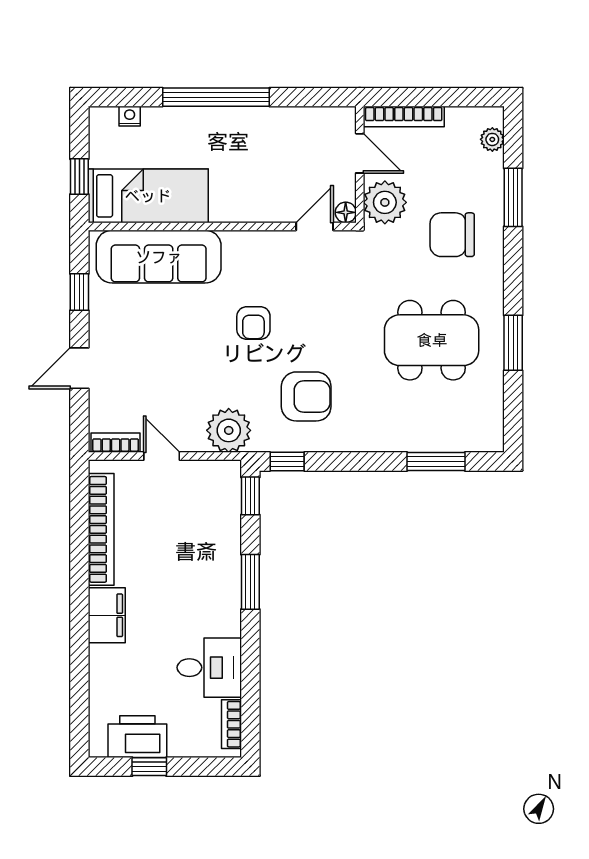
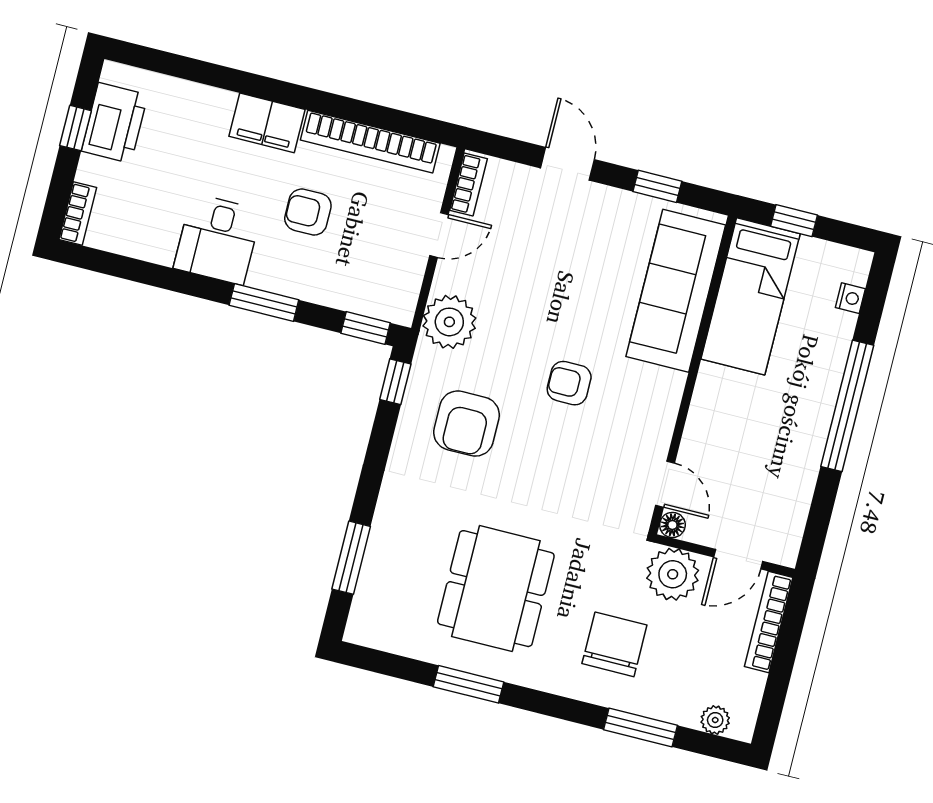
armchair: (170, 565) -> (308, 212), added
desk: (209, 668) -> (218, 239), moved
bookcase: (231, 724) -> (78, 214), moved, turned 90

